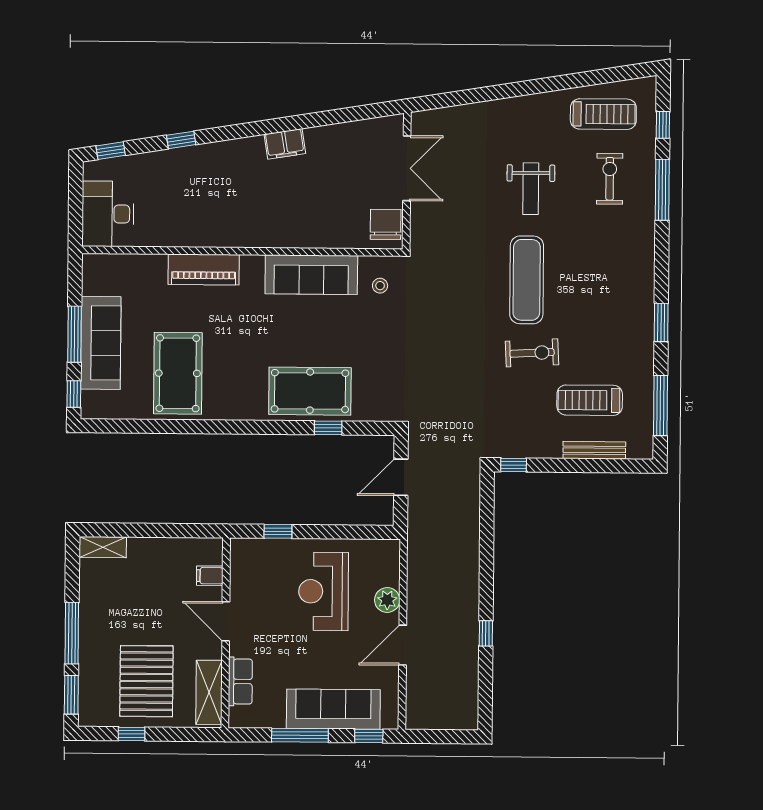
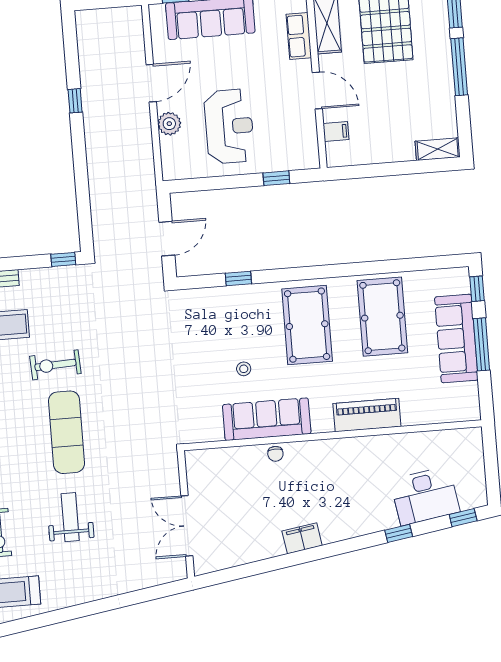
desk: (108, 214) -> (425, 496), moved, turned 81
chair: (386, 224) -> (275, 454), moved, width x0.54, depth x0.54
stool: (380, 286) -> (244, 369), moved
pool table: (310, 391) -> (307, 325), moved, turned 90

